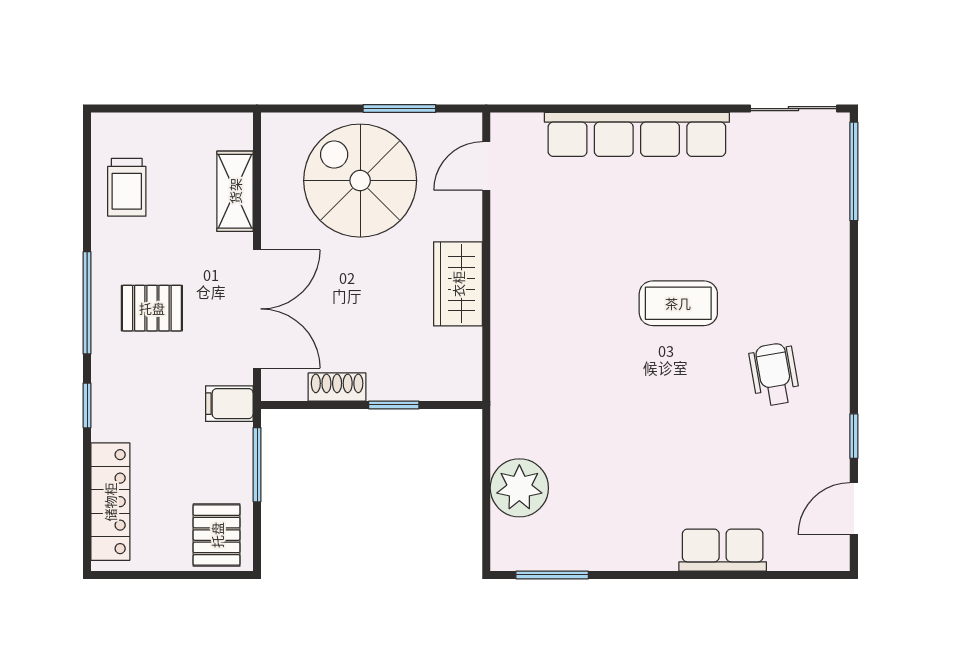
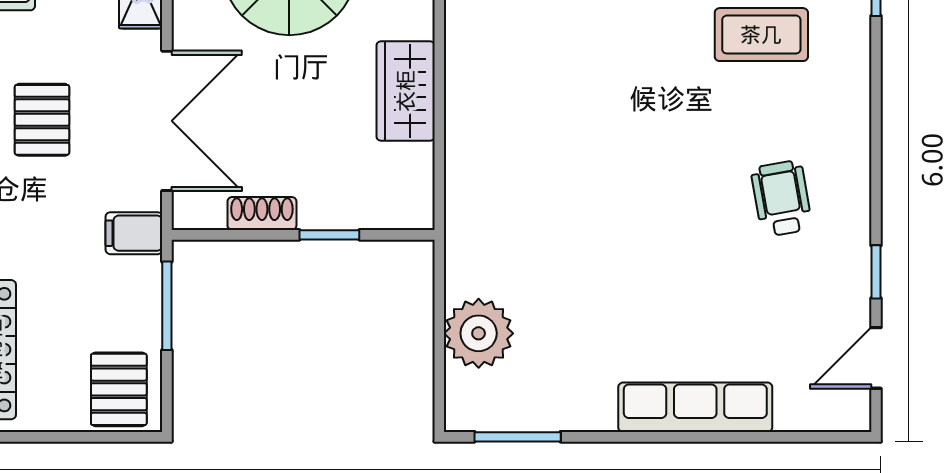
coffee table: (678, 303) -> (761, 35), moved
pallet: (152, 308) -> (42, 120), turned 90
row of seats: (723, 550) -> (695, 407), width x1.48

